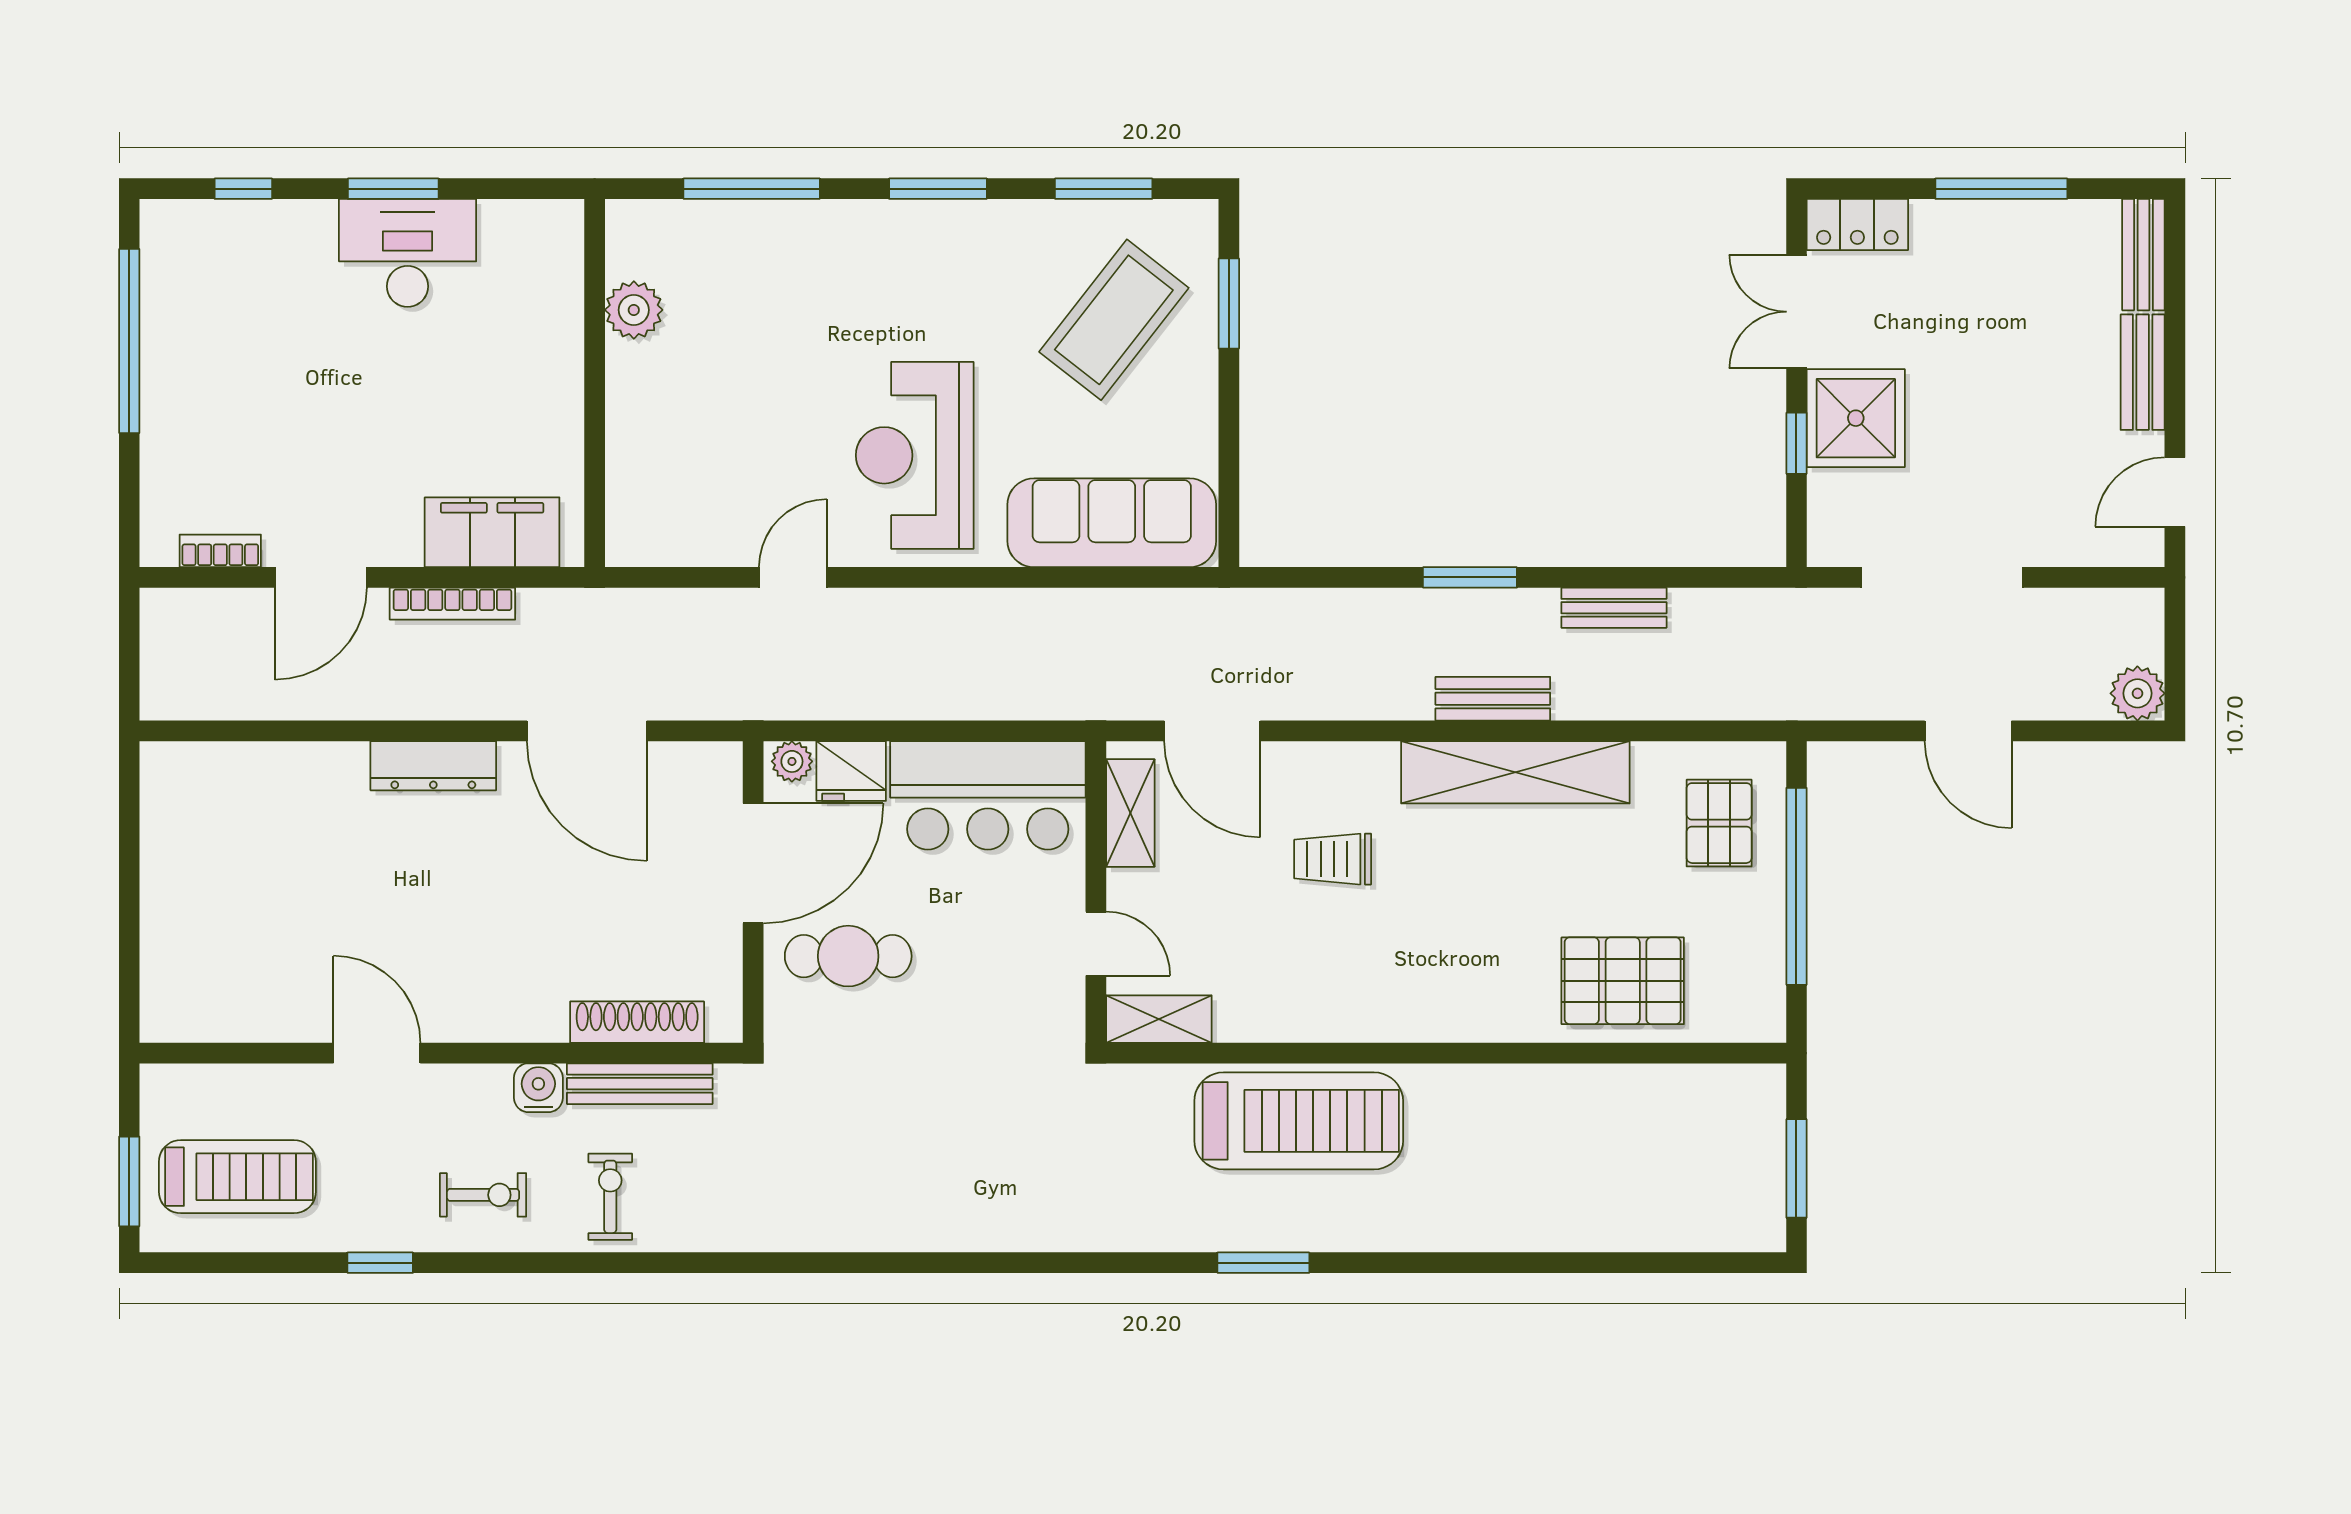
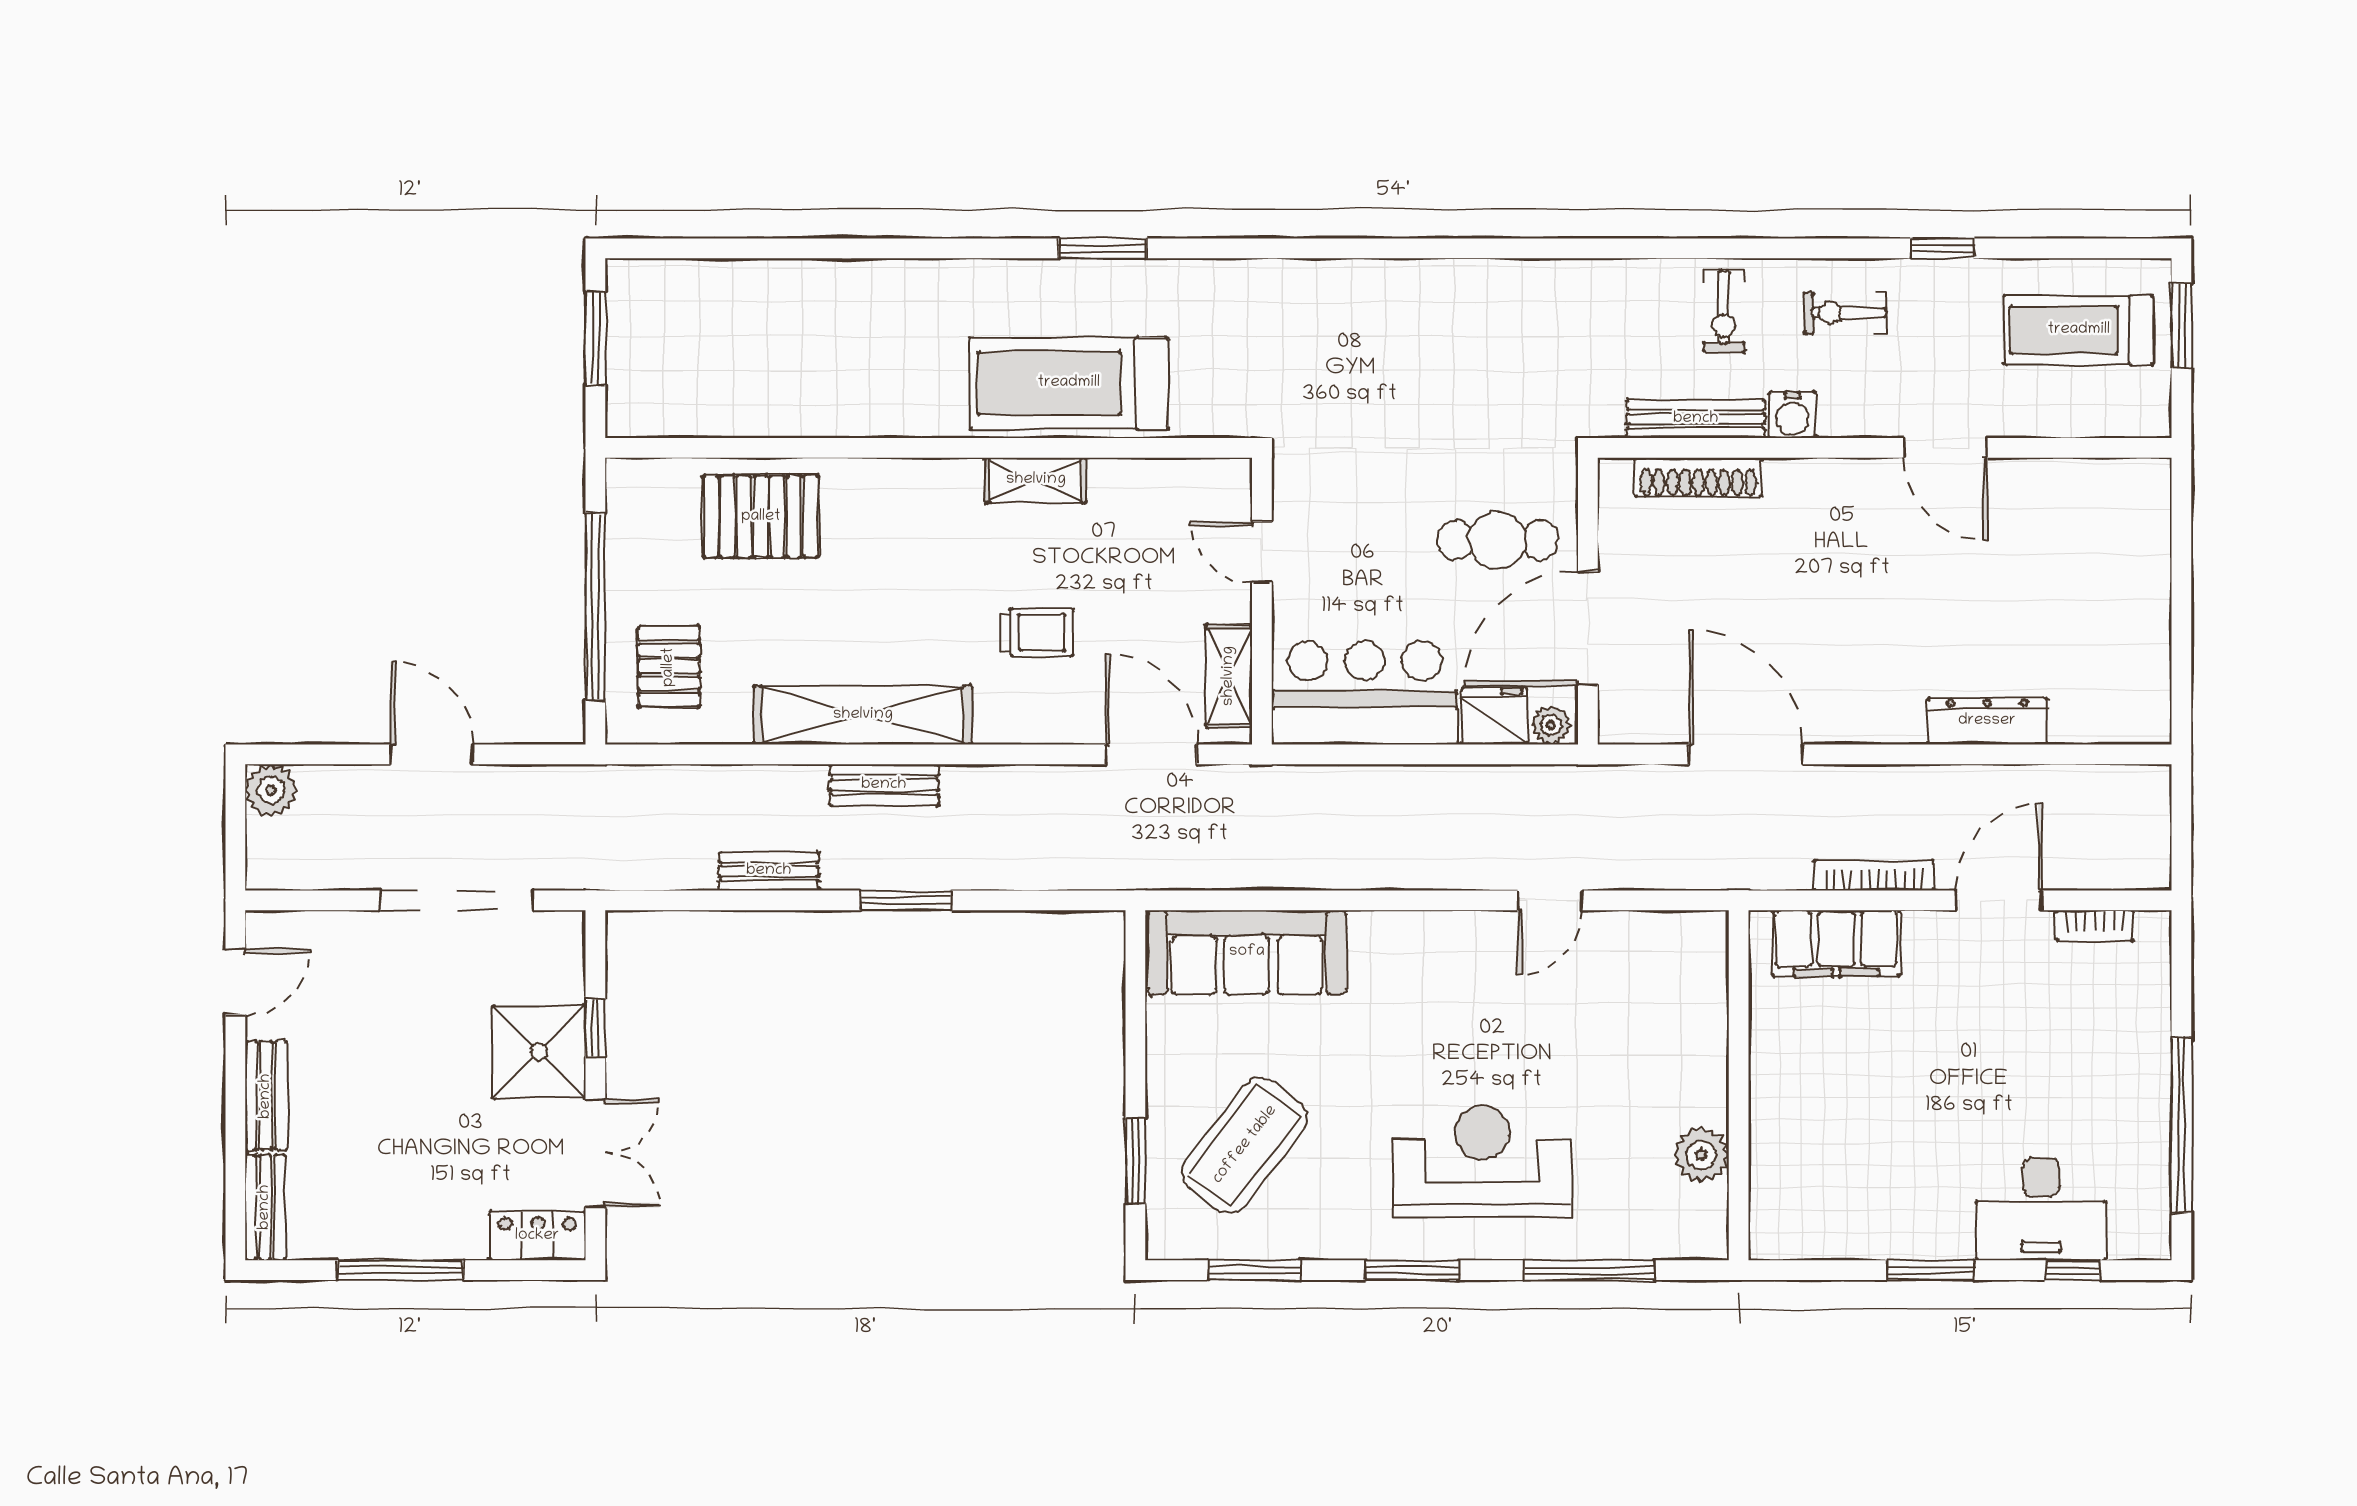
desk: (408, 253) -> (2041, 1209), moved
reception desk: (915, 455) -> (1482, 1161), moved, turned -90
dresser: (433, 766) -> (1987, 721), moved
shelving: (1159, 1019) -> (1036, 480), moved

